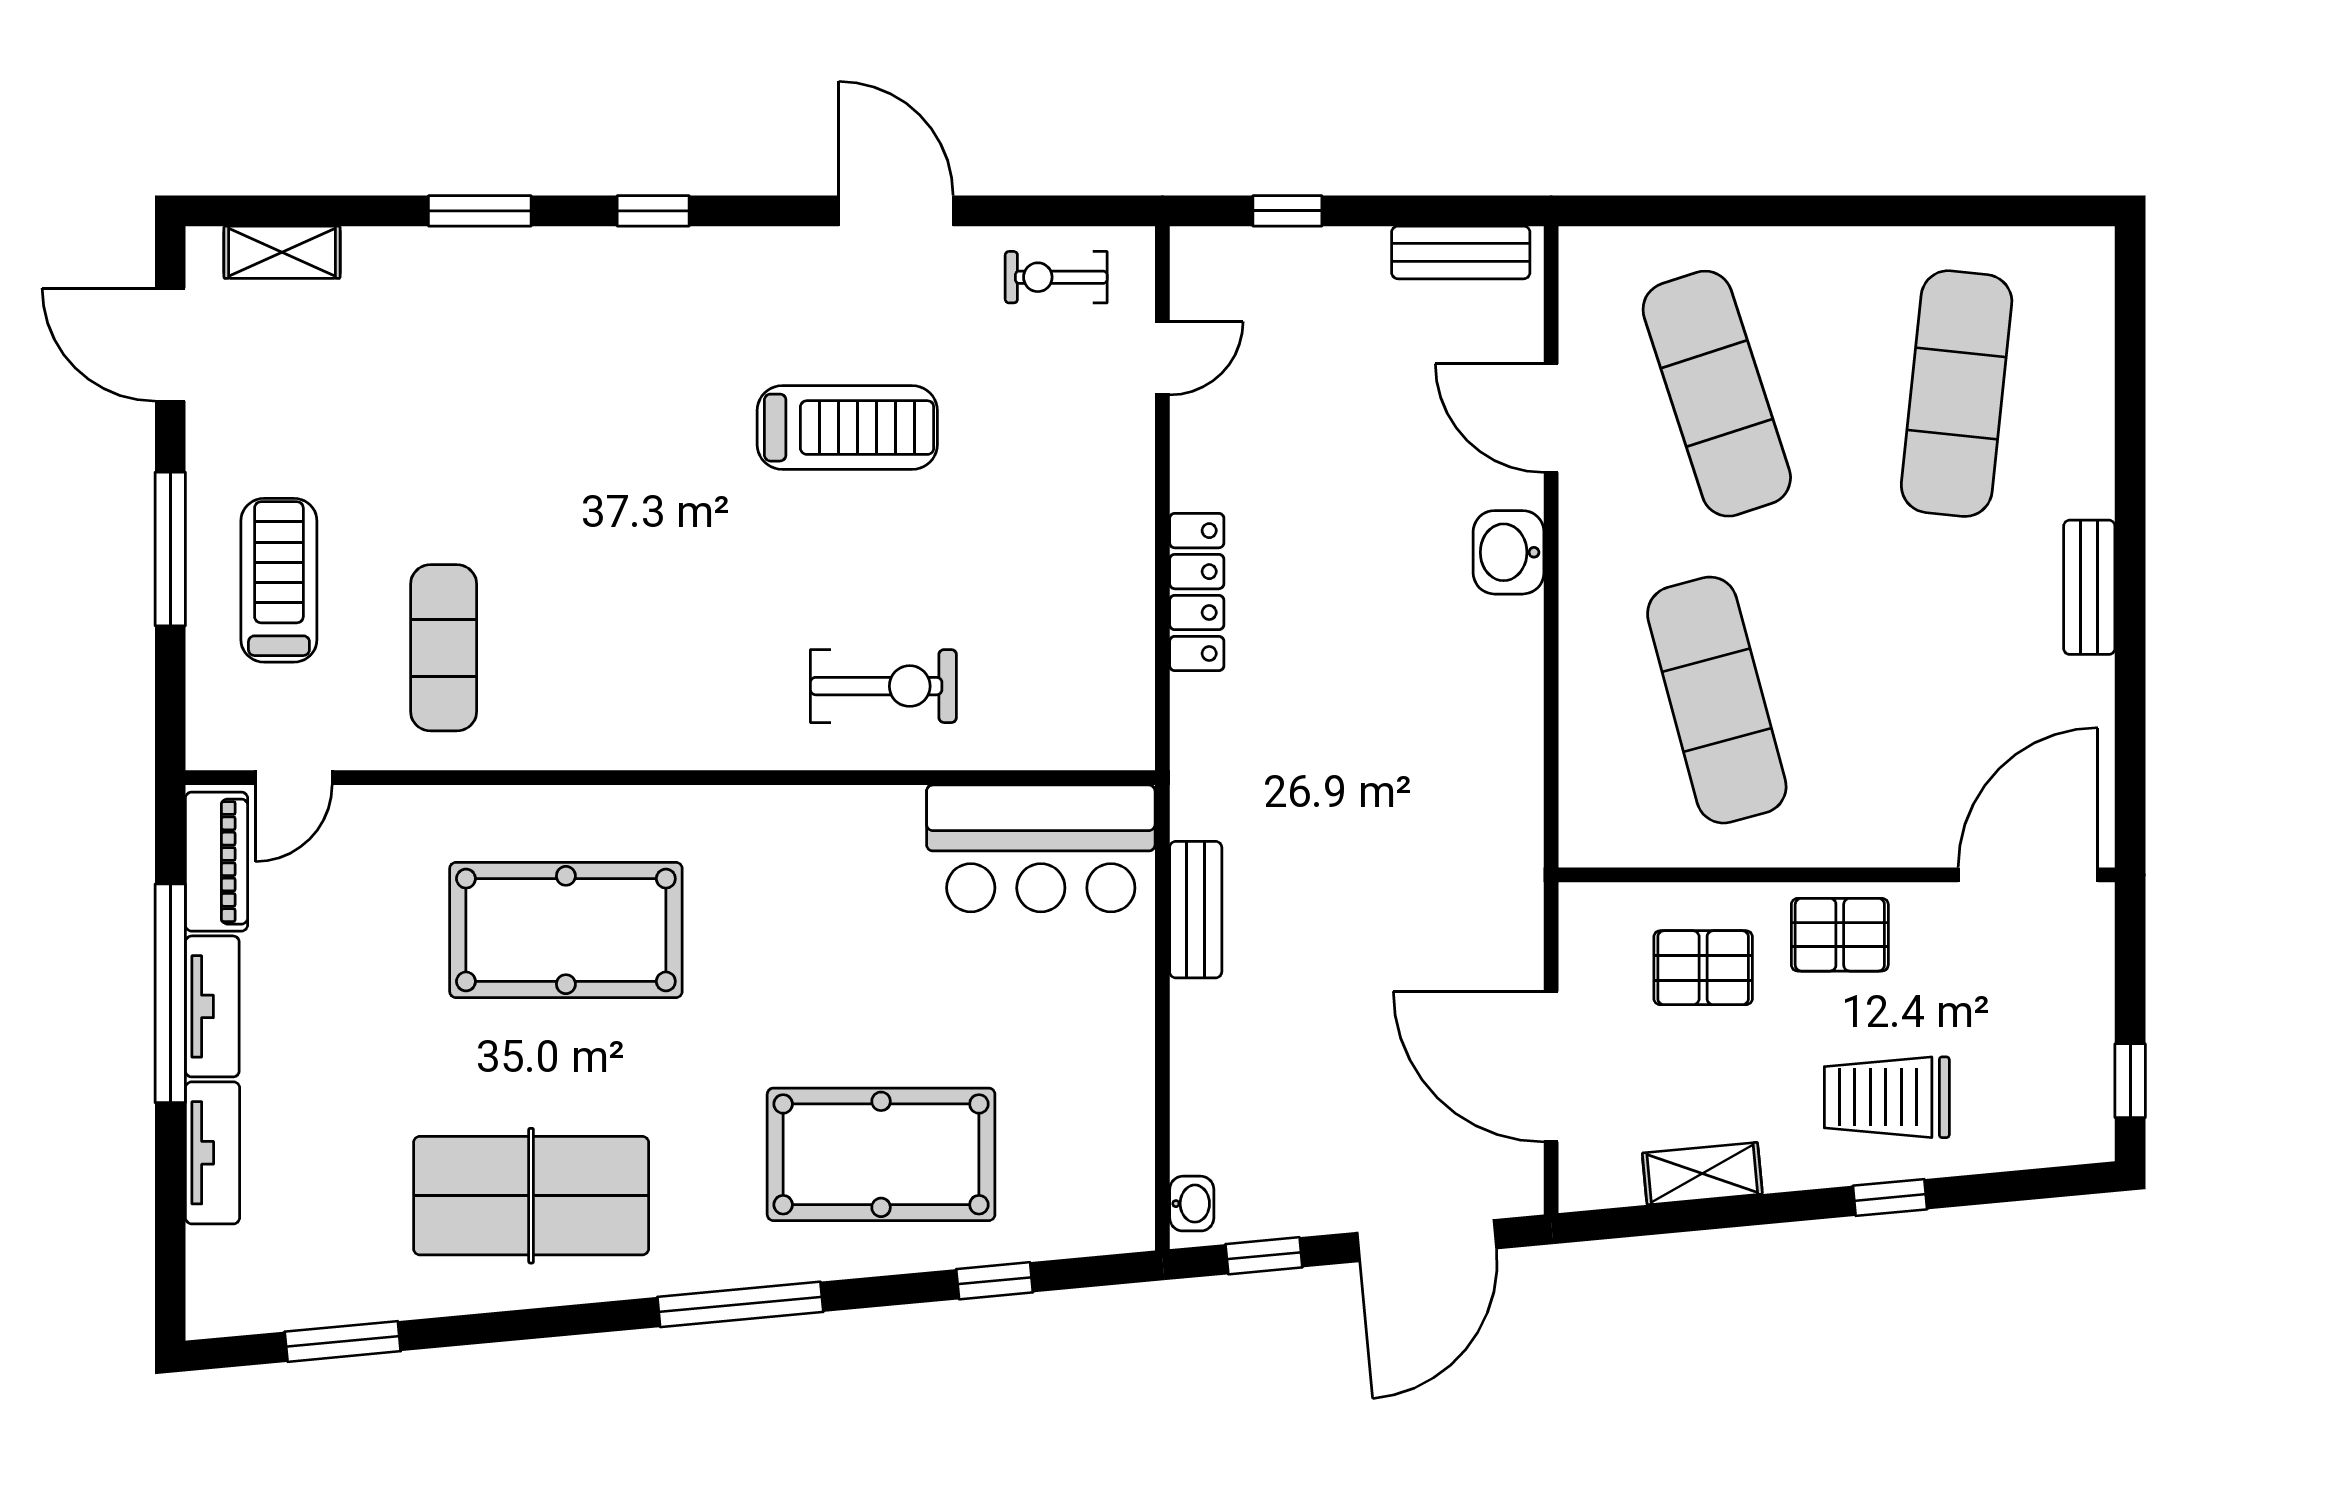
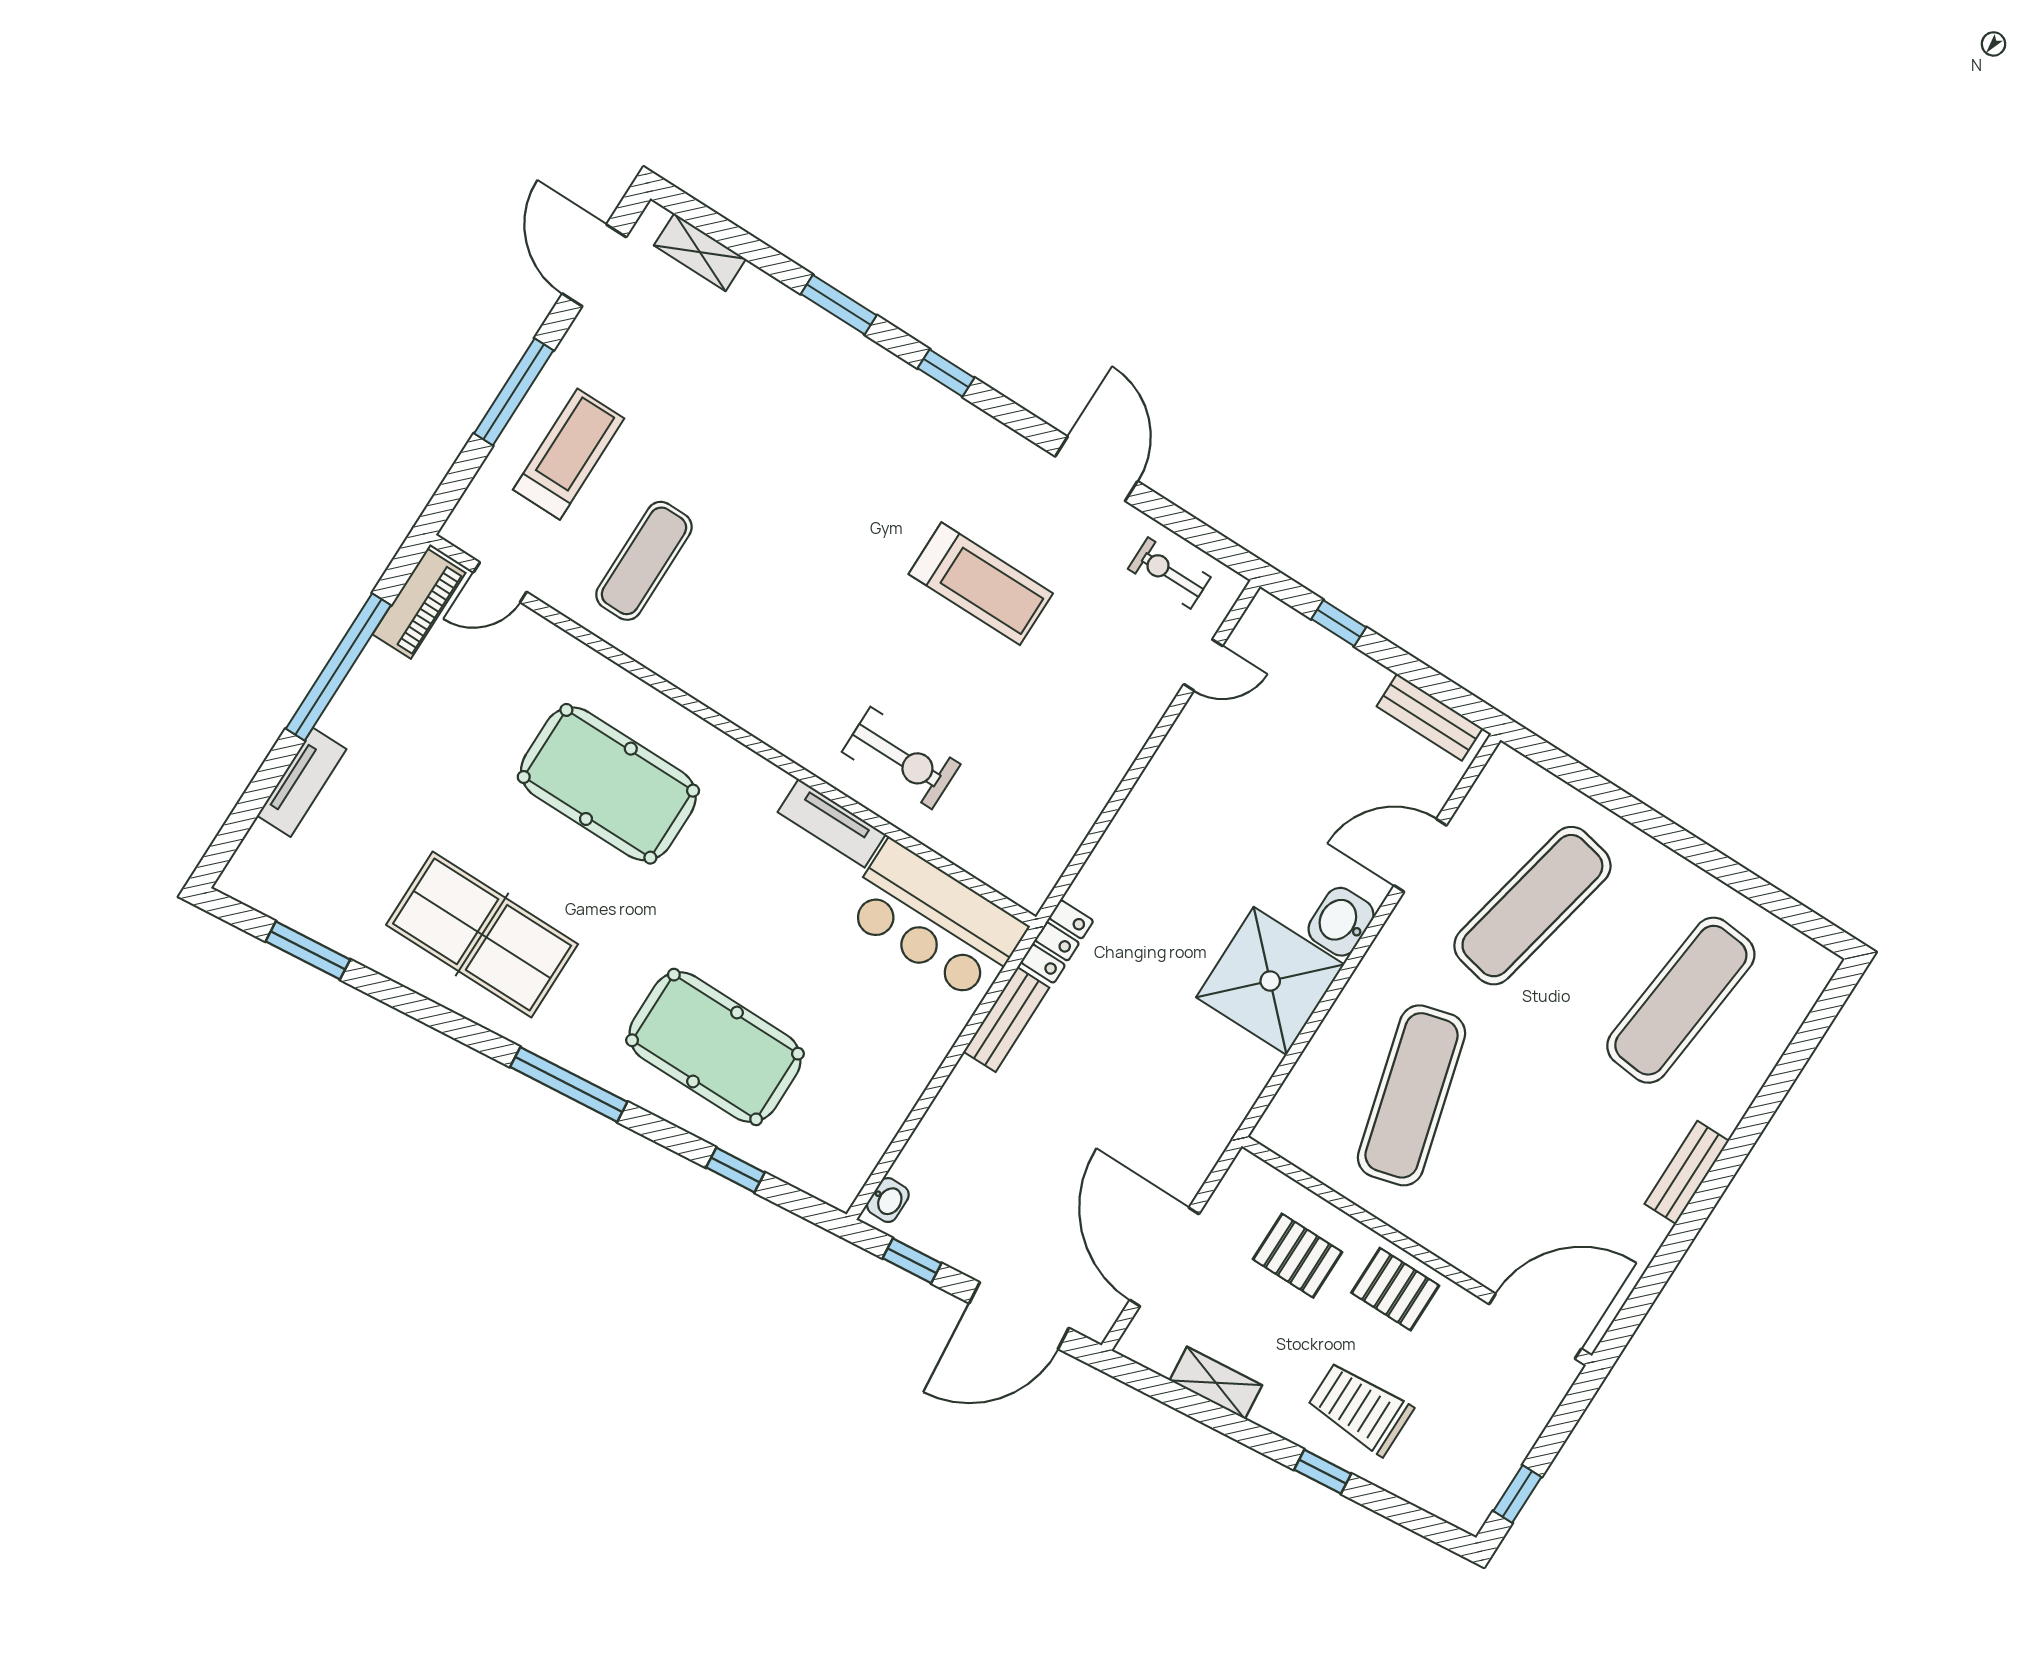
exercise mat: (1717, 394) -> (1532, 906), turned 30
door: (1551, 418) -> (1420, 855), hinge flipped
locker: (1197, 592) -> (1057, 941), moved, width x0.66
shower: (1471, 672) -> (1270, 981), added
tv unit: (212, 1006) -> (832, 823), moved, turned 90

